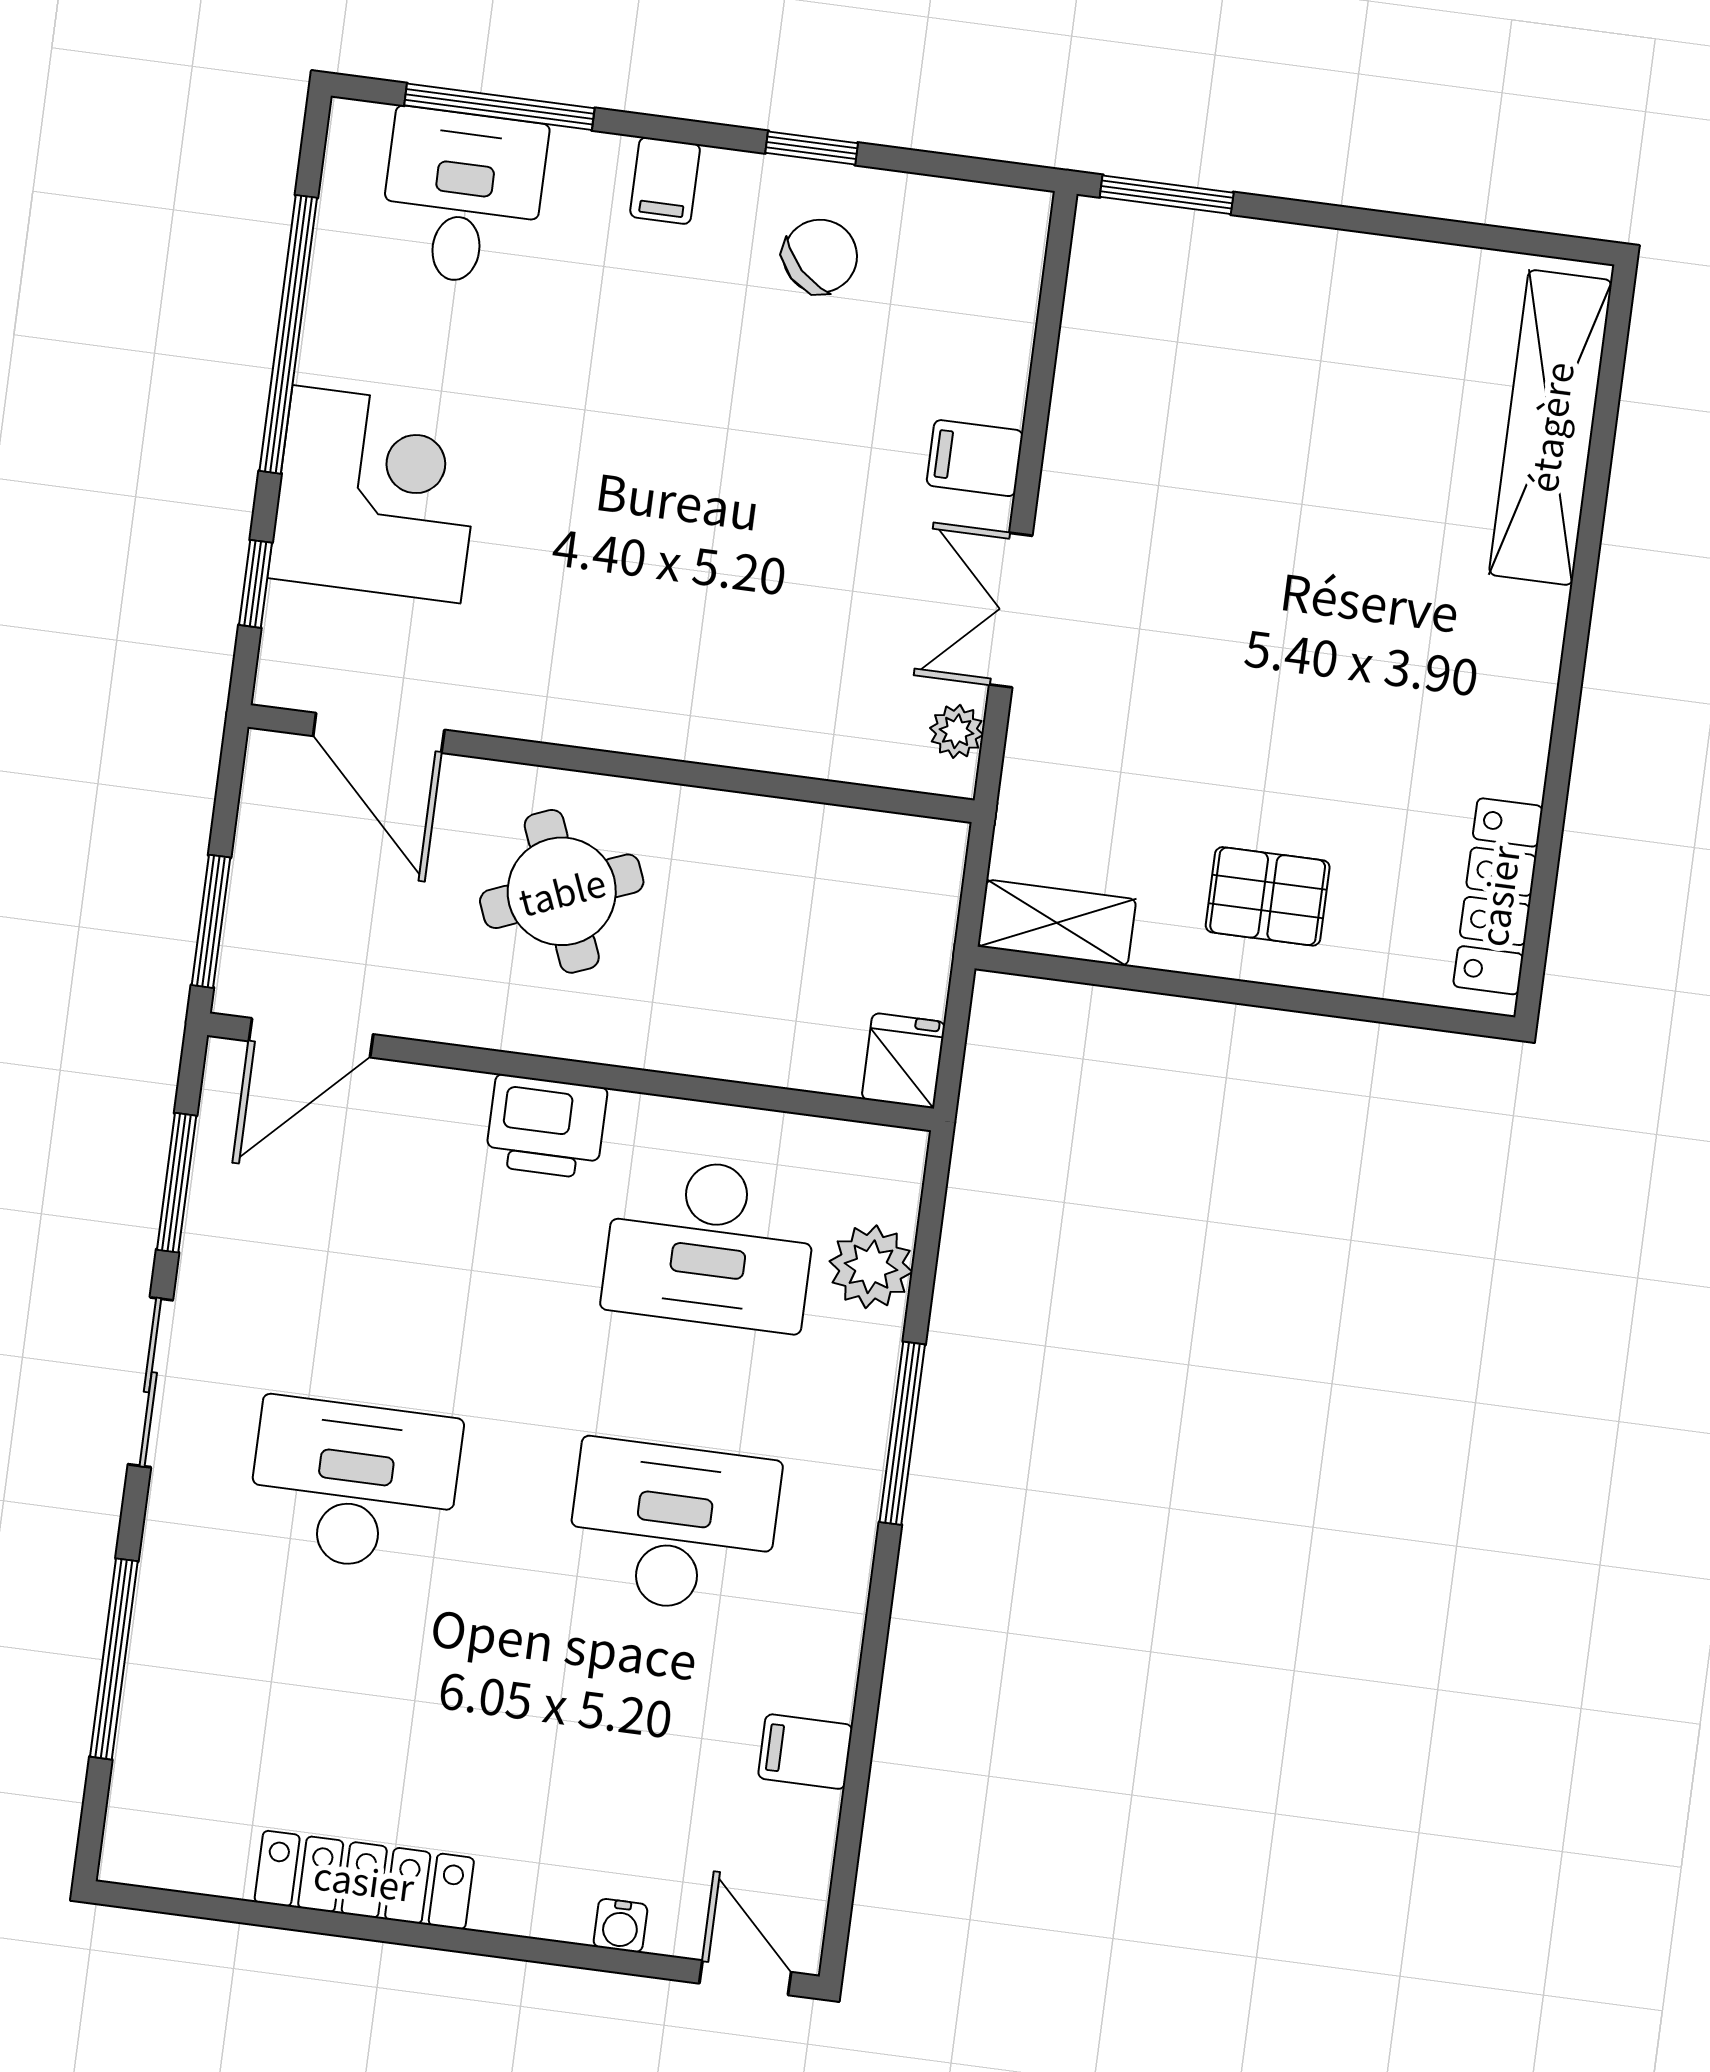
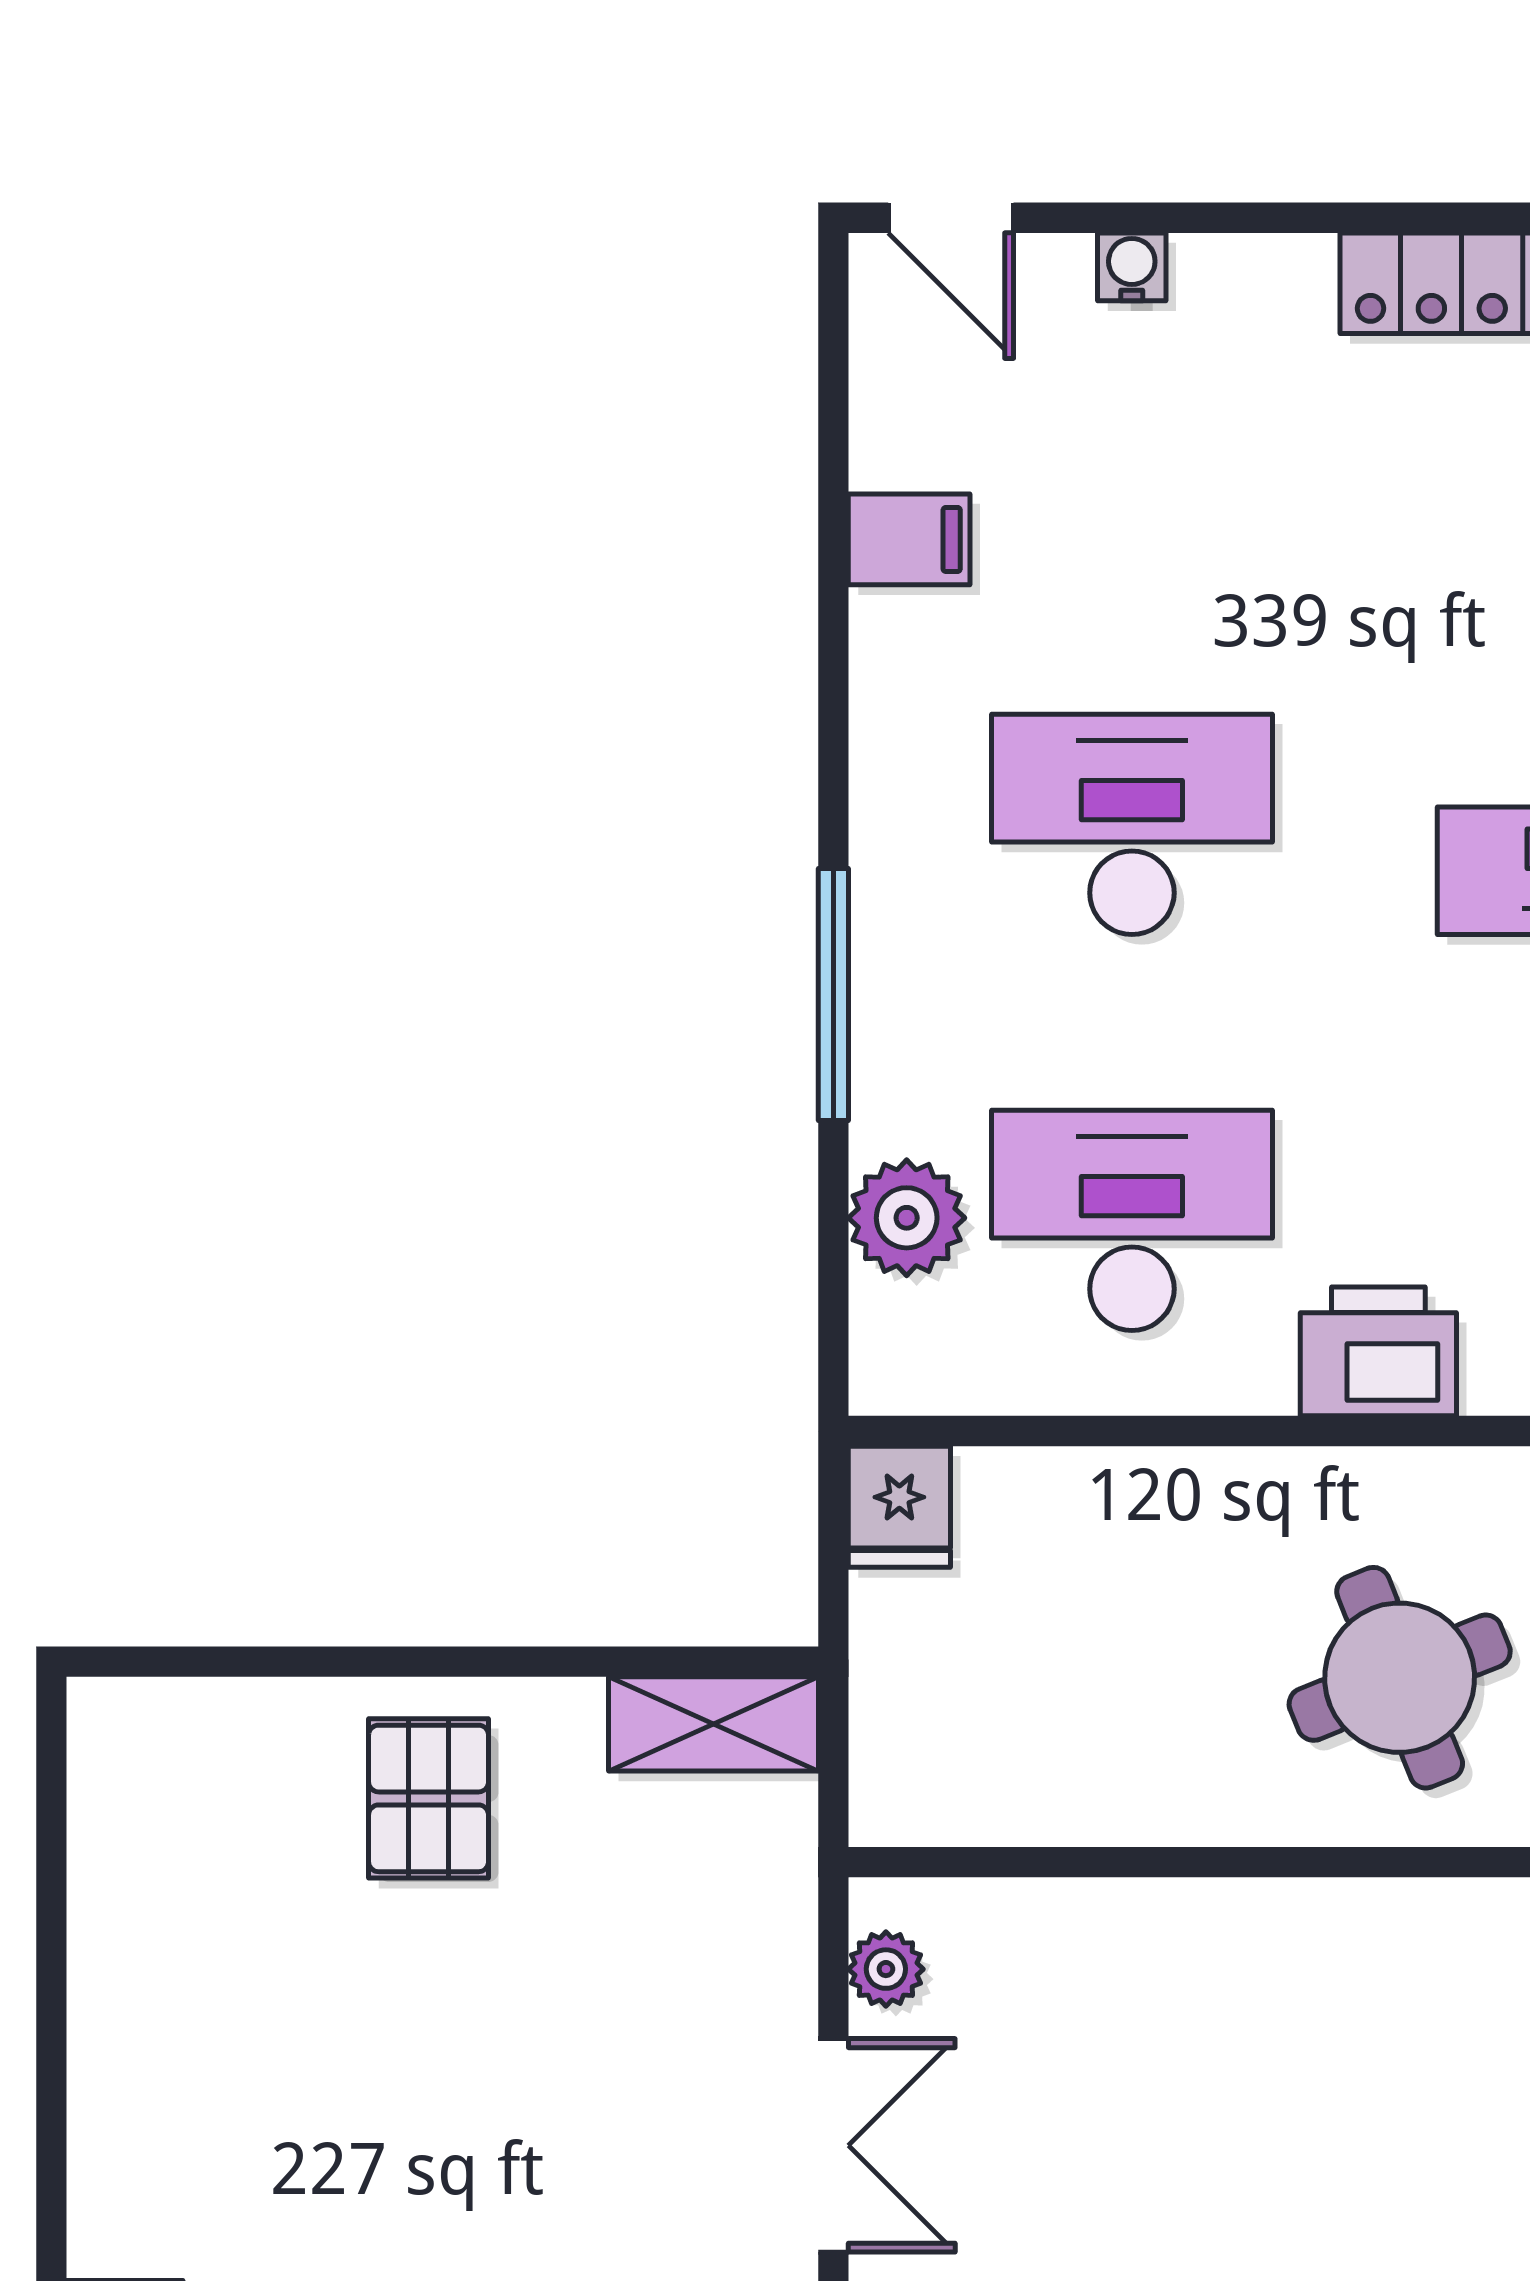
pallet: (1268, 896) -> (429, 1798), turned 90
locker: (1498, 896) -> (112, 1840), removed
desk: (673, 1527) -> (1132, 824), turned 180

